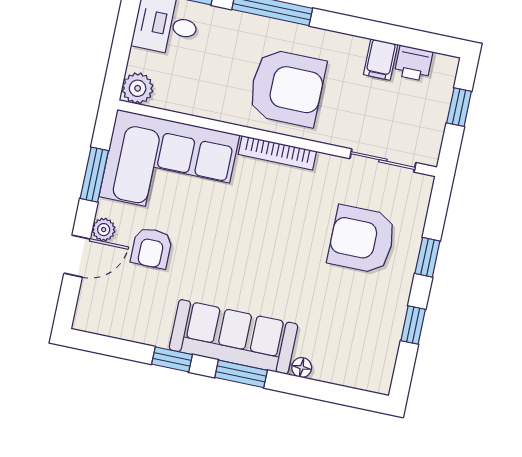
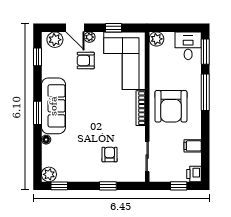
printer: (413, 63) -> (194, 174), moved
window: (94, 175) -> (113, 28), width x0.67
armchair: (362, 239) -> (110, 155), width x0.53, depth x0.53
plant: (94, 304) -> (55, 40), added
window: (413, 325) -> (59, 186), moved
window: (172, 359) -> (37, 57), moved
plant: (377, 377) -> (49, 174), added

